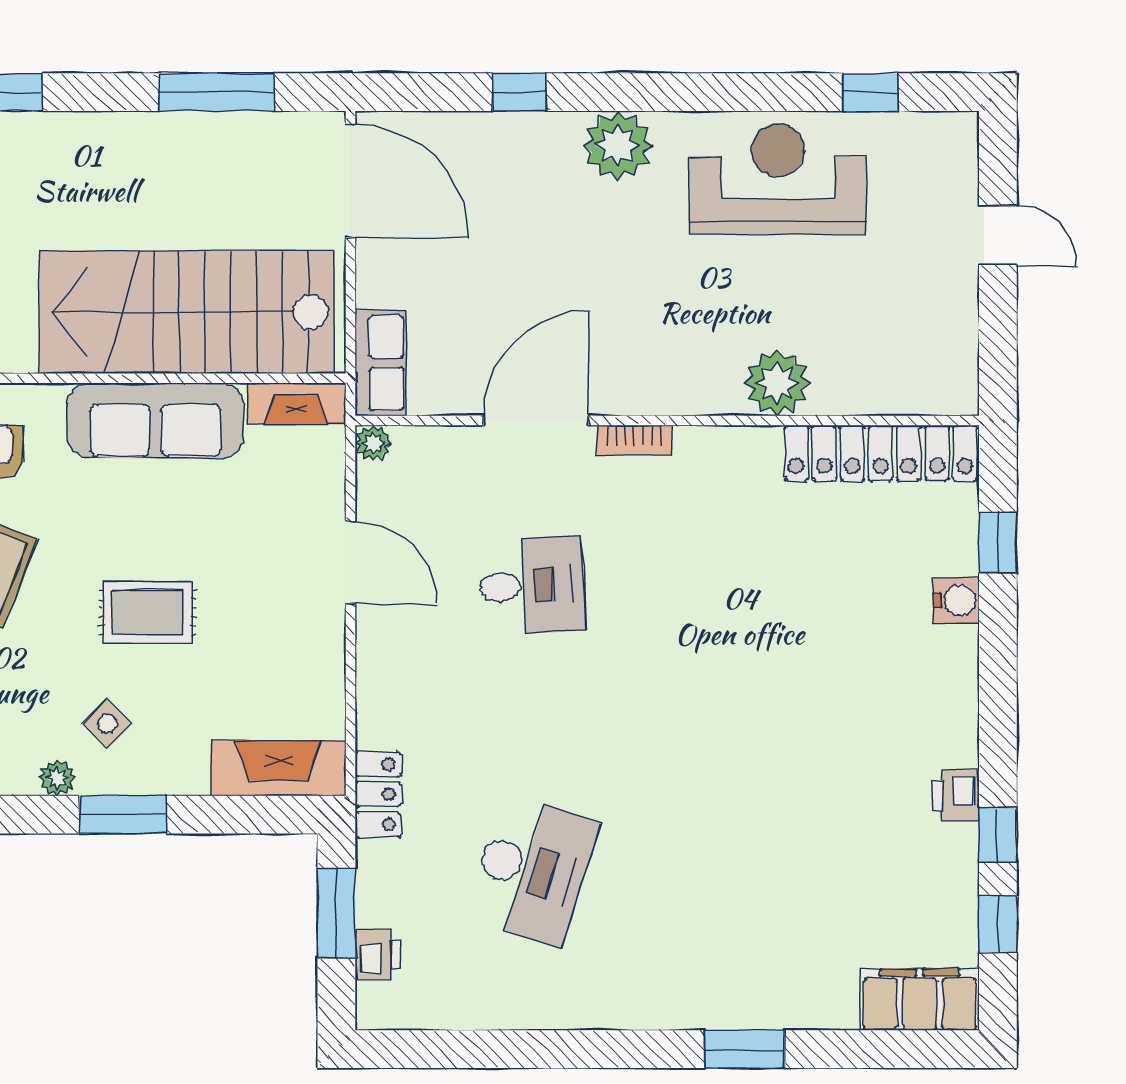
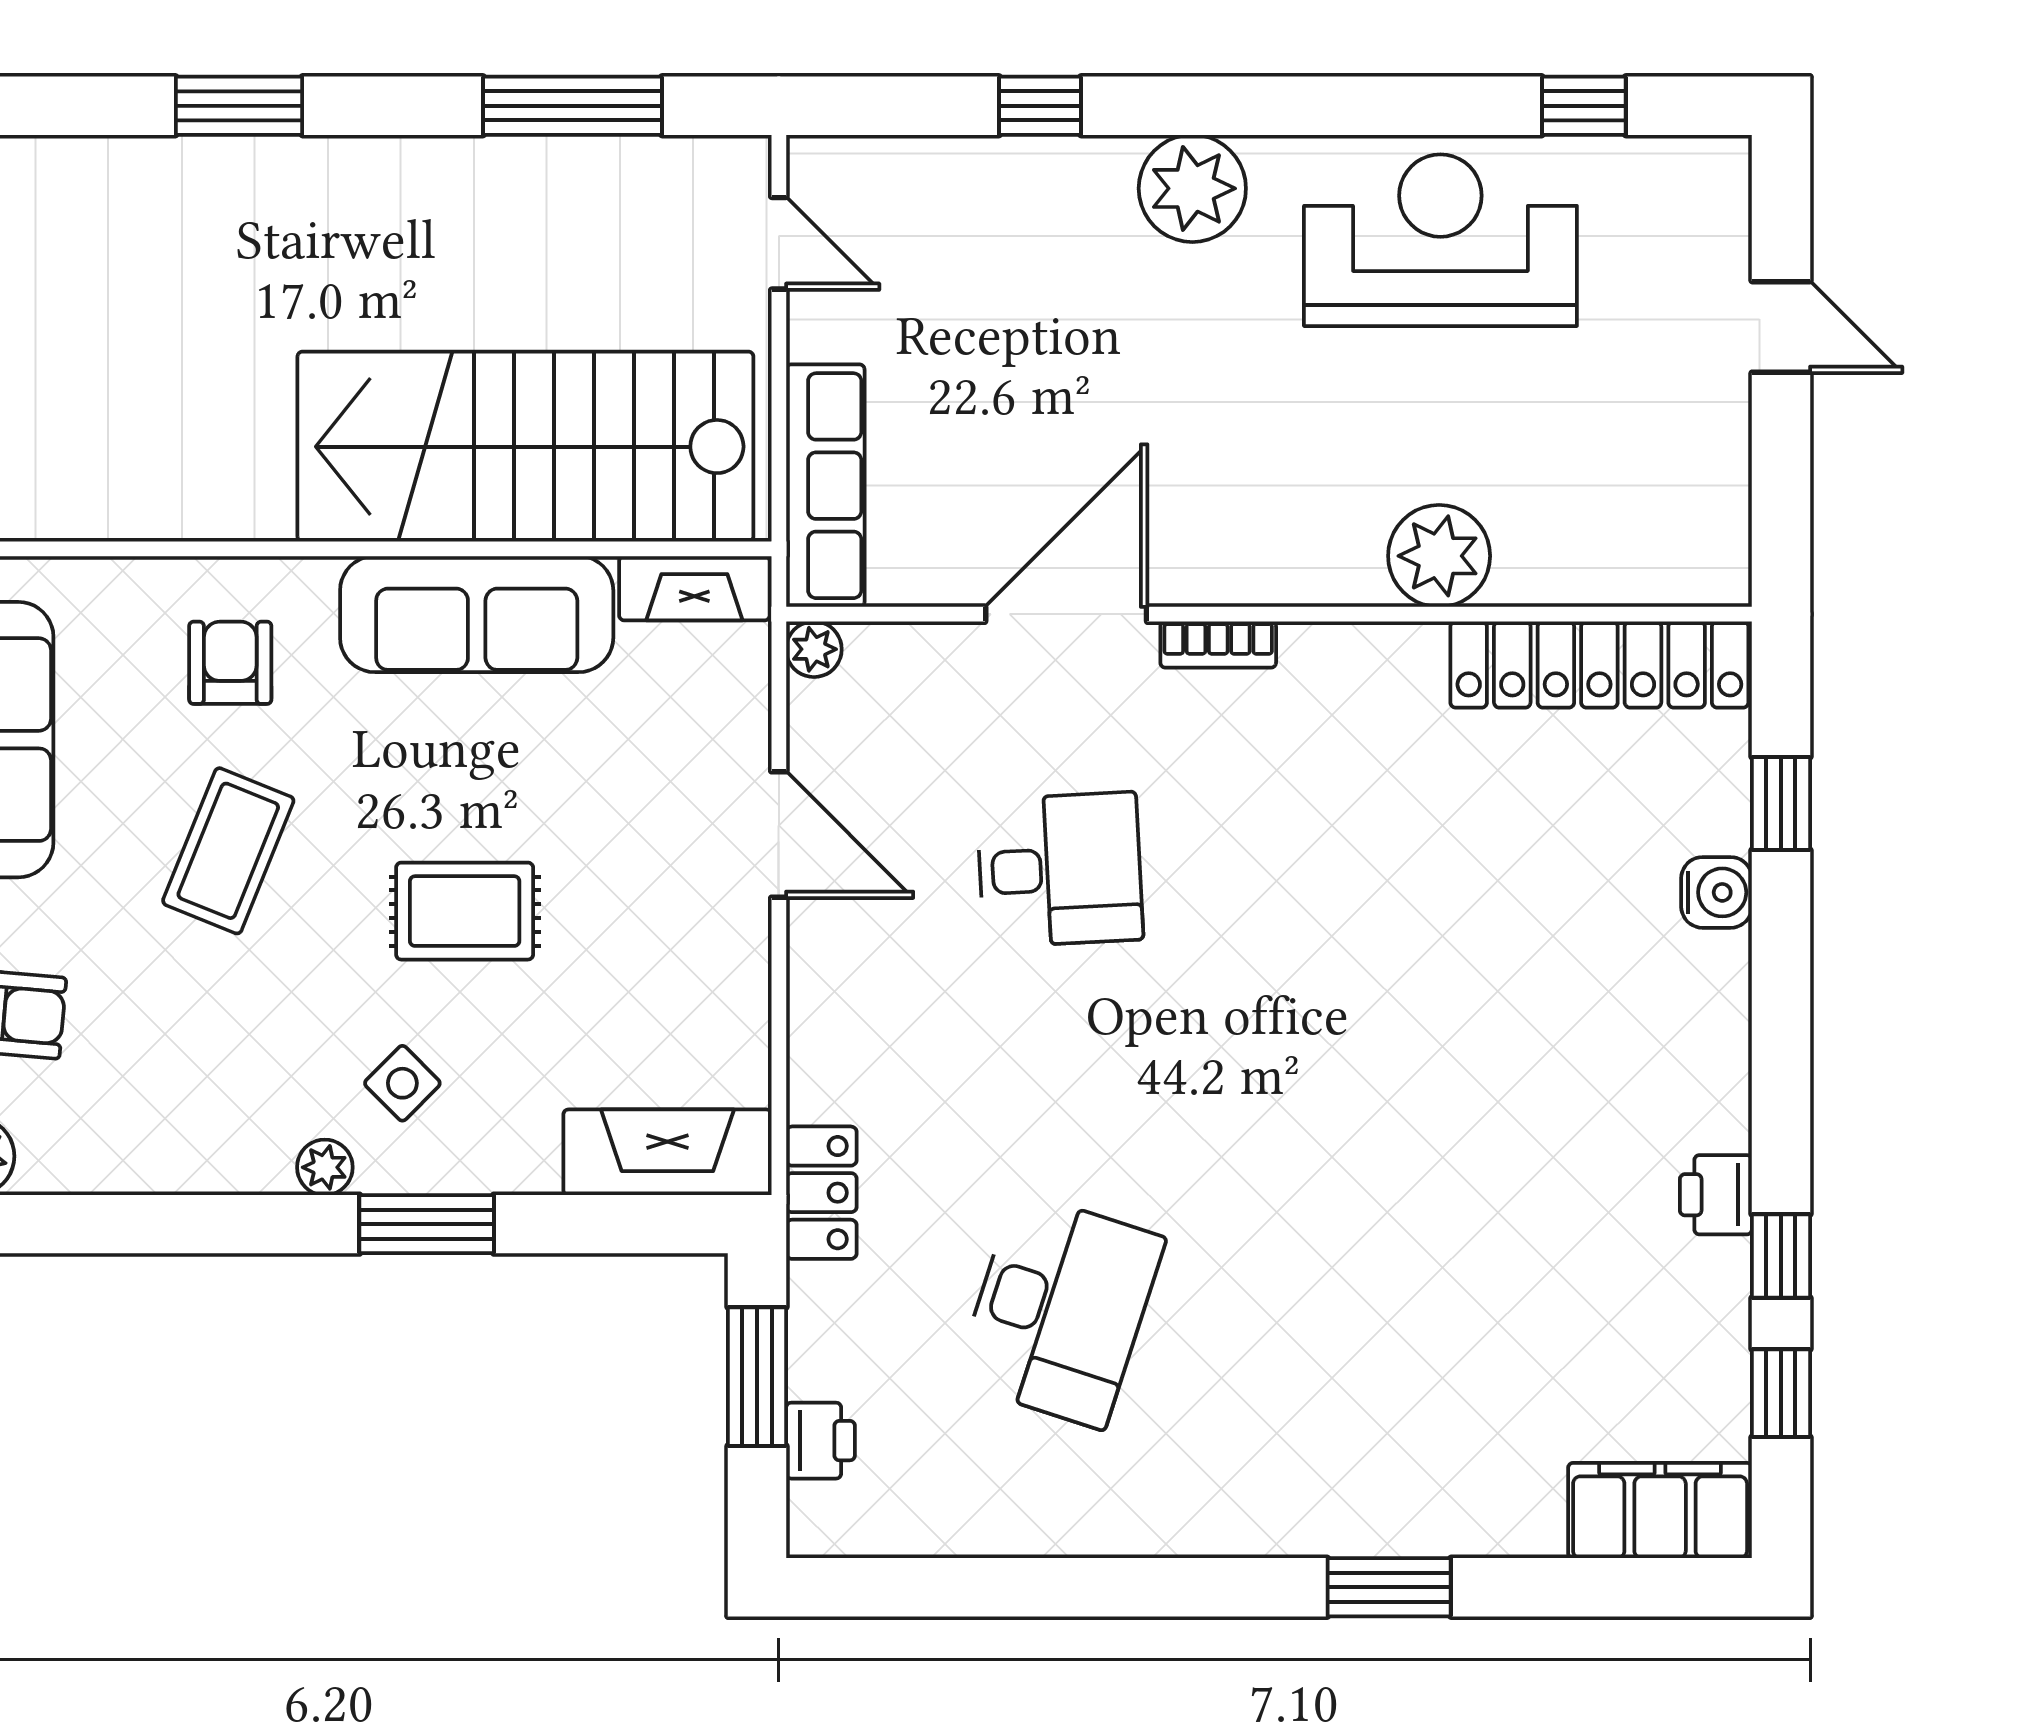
door: (350, 181) -> (779, 243), width x0.53
row of seats: (381, 363) -> (825, 486), width x1.48

